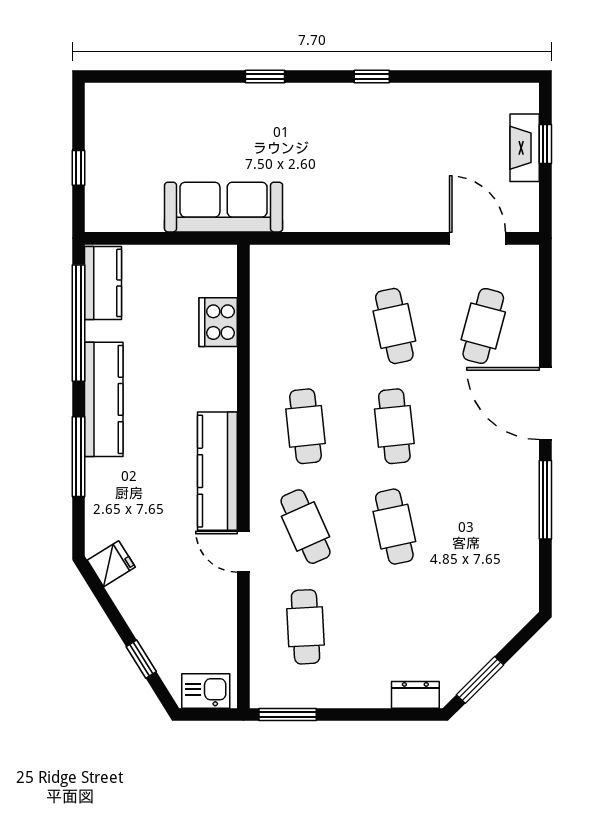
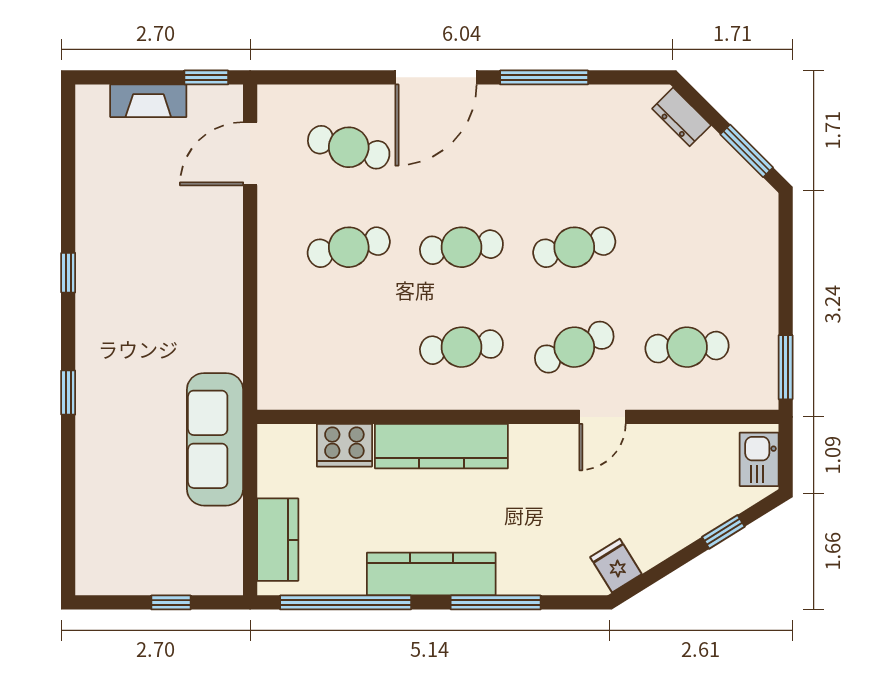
window: (545, 144) -> (206, 77), moved
kitchen counter: (103, 283) -> (278, 540), moved, turned 90
kitchen counter: (217, 471) -> (441, 446), moved
dresser: (415, 695) -> (681, 117), moved, turned -45

